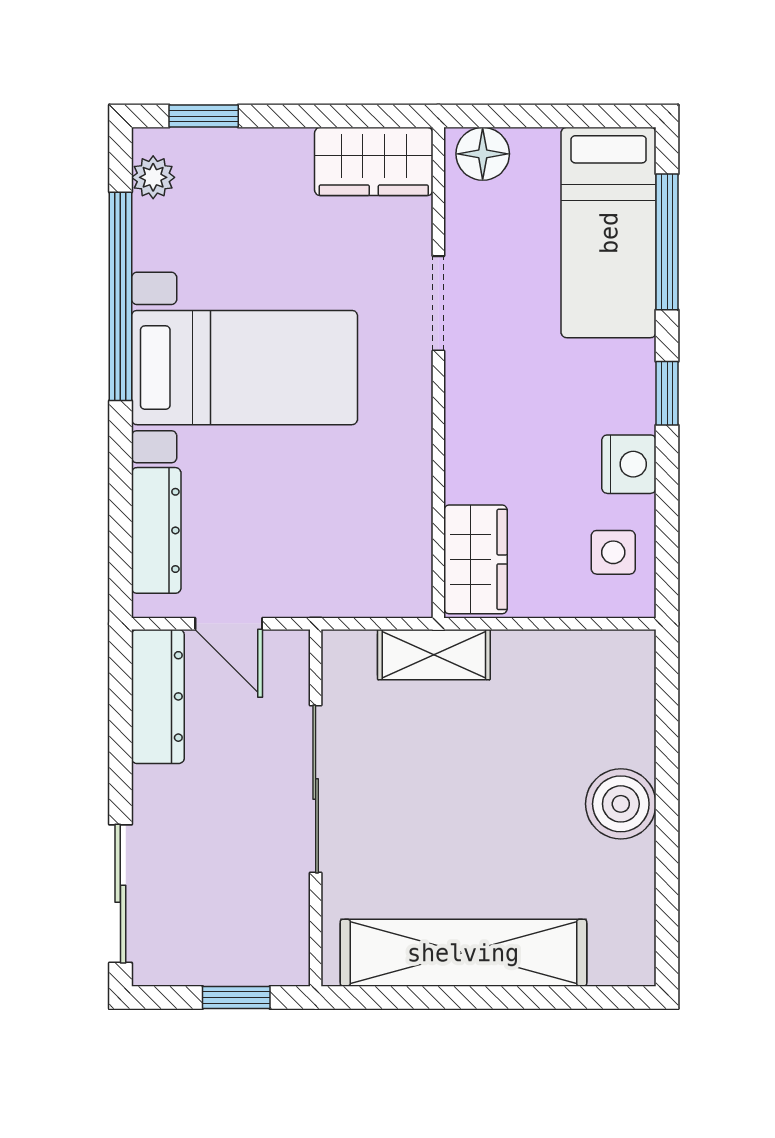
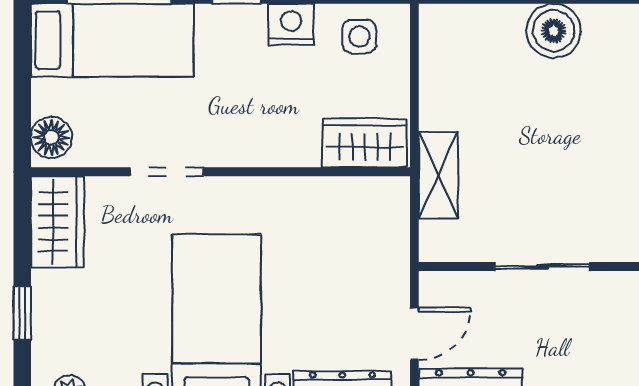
window: (204, 116) -> (22, 313), moved
sliding door: (316, 789) -> (542, 267), width x0.73

